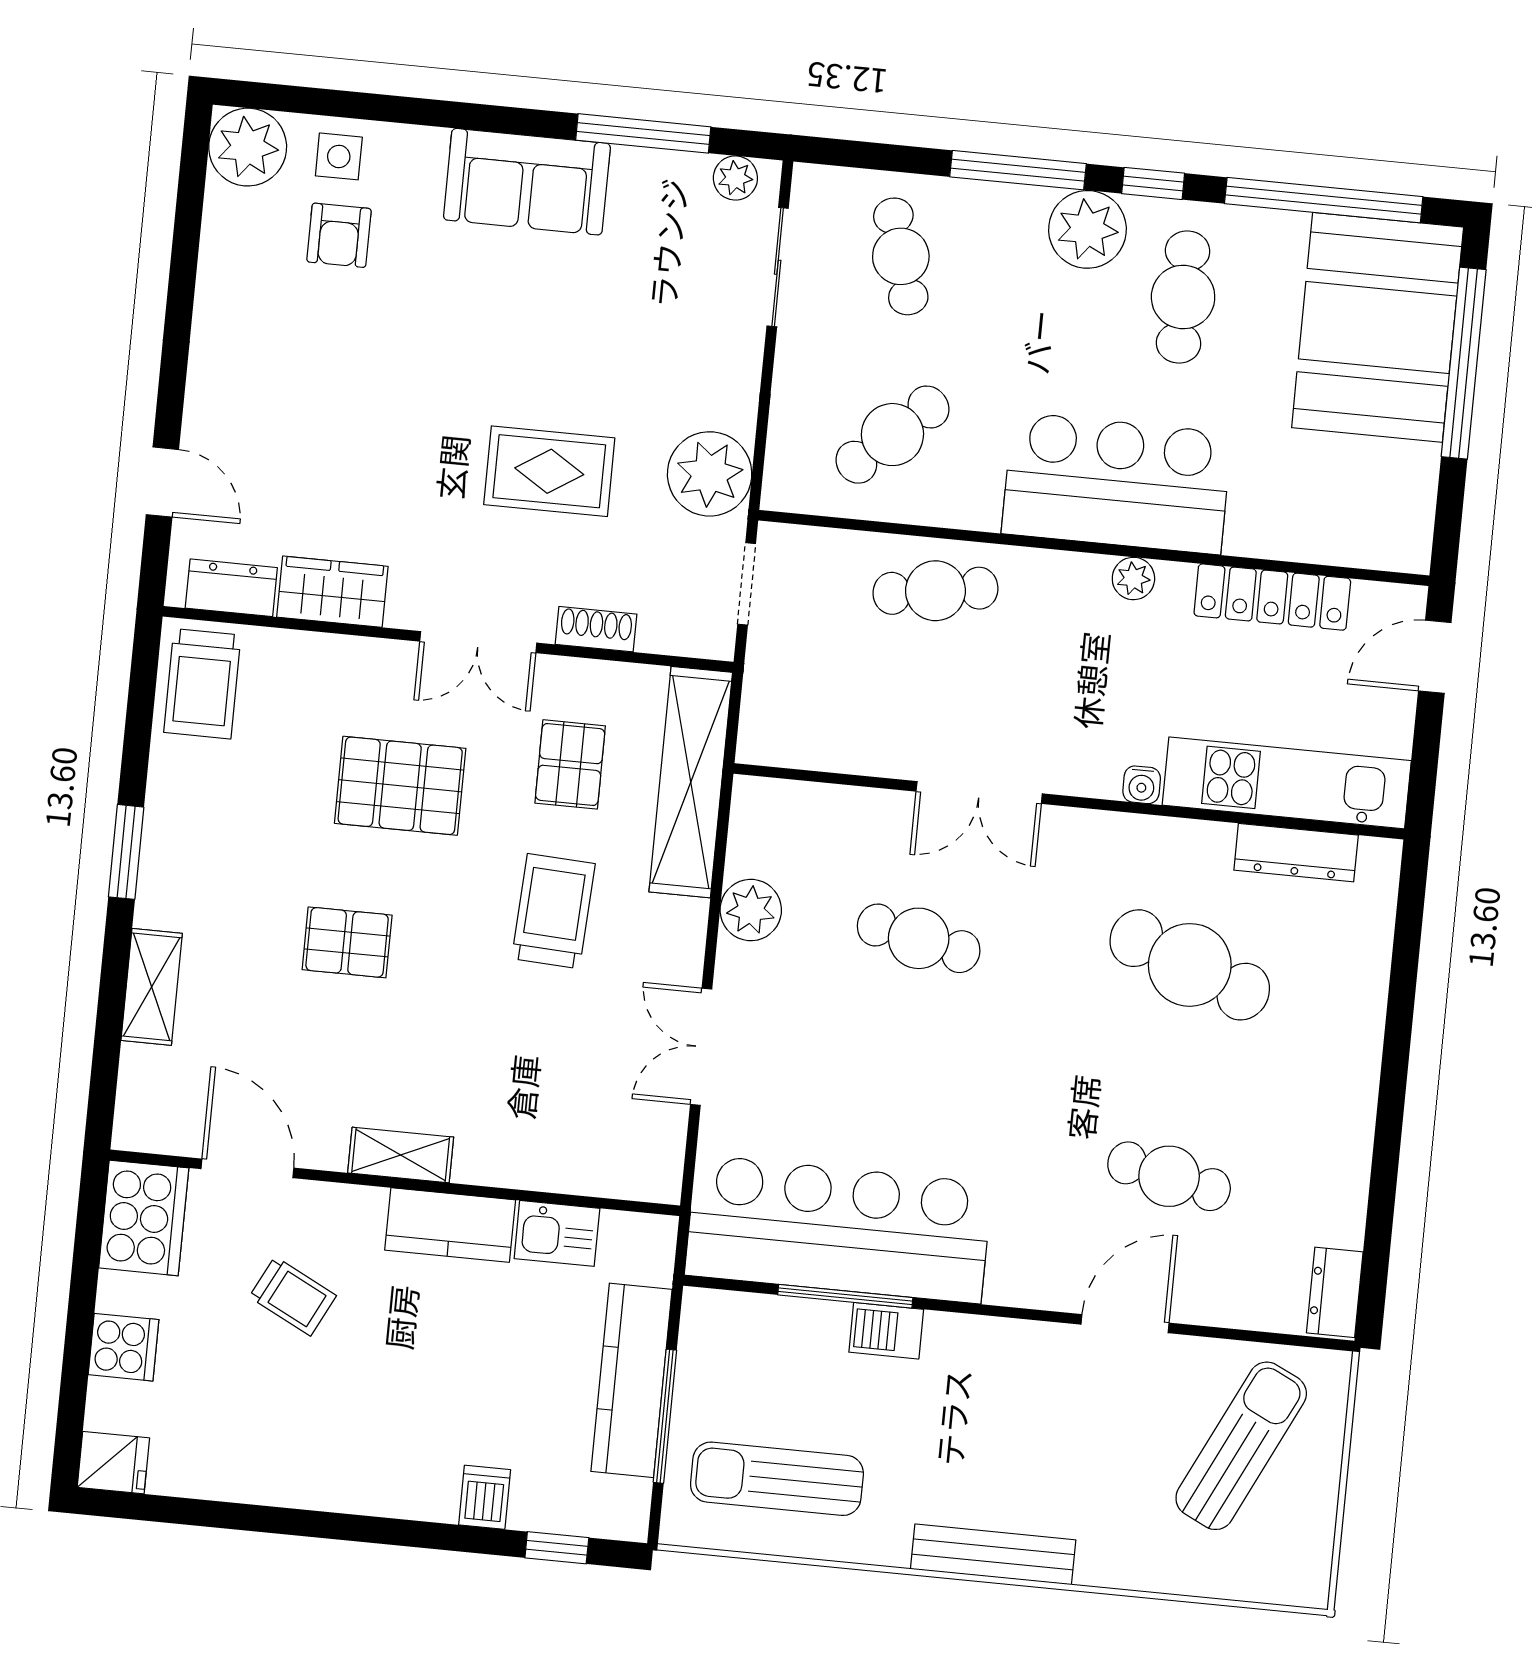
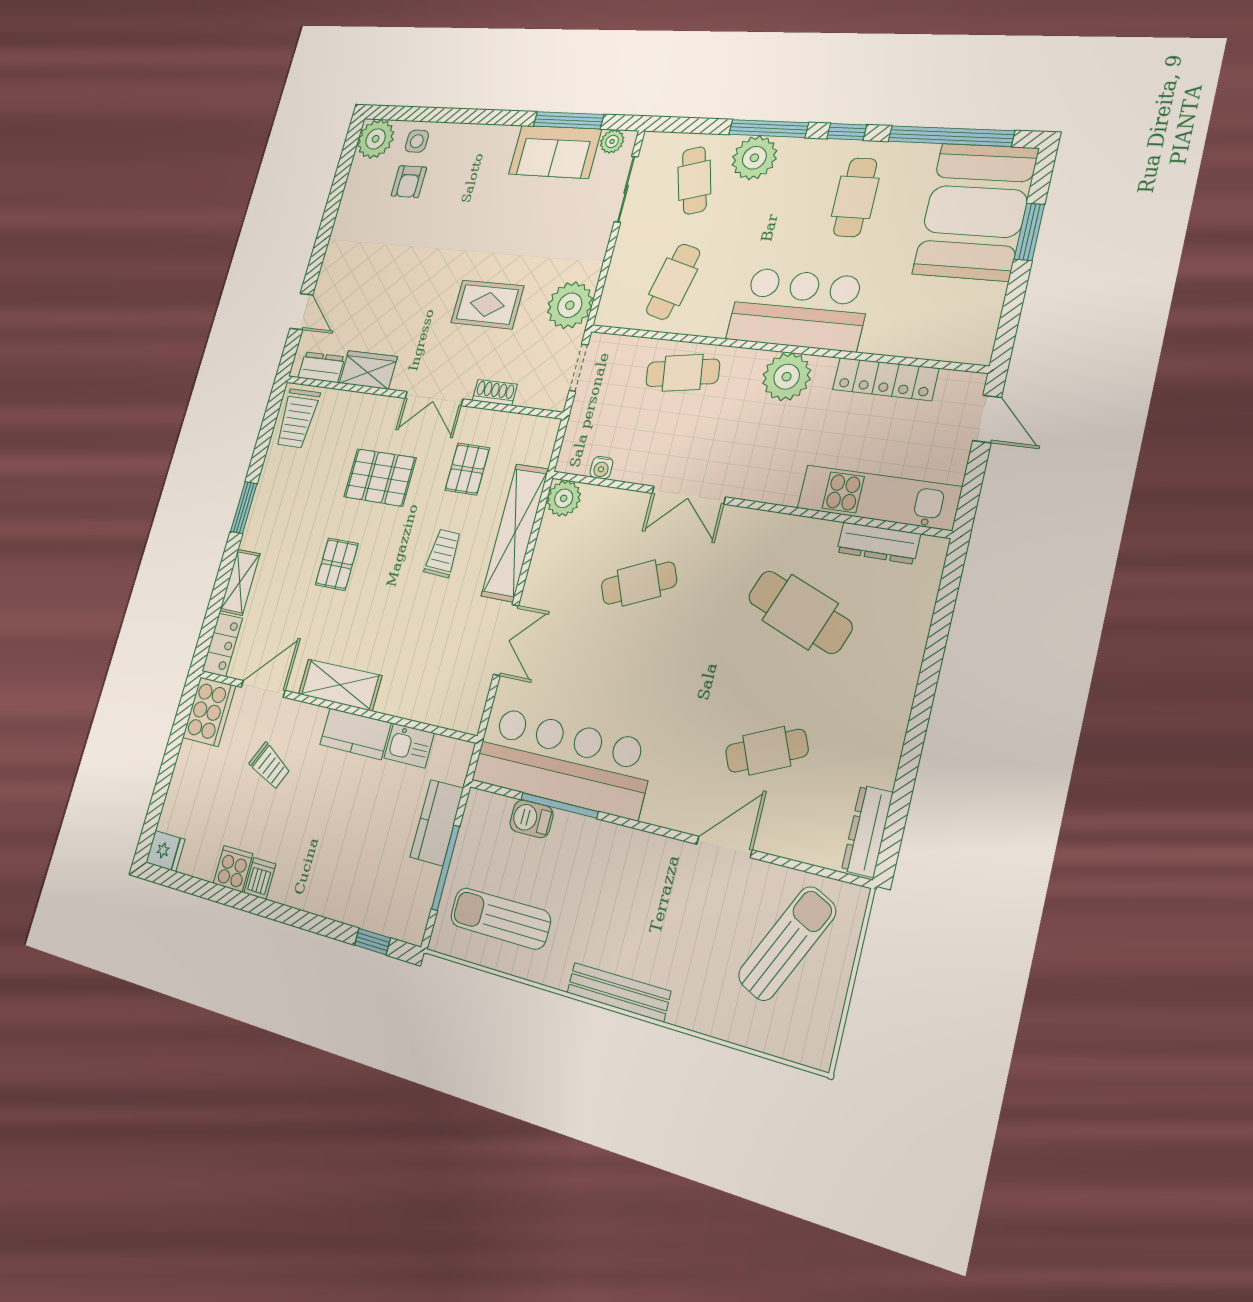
sofa: (527, 182) -> (555, 152), moved
plant: (1087, 229) -> (754, 158), moved
window: (1464, 363) -> (1029, 232), width x0.47
cafe table: (892, 435) -> (673, 282), turned -33
plant: (1133, 579) -> (787, 377), width x1.88, depth x1.88
door: (1435, 657) -> (987, 419), swing flipped
shelving: (691, 782) -> (515, 532), moved
water cooler: (1142, 785) -> (601, 468), moved
plant: (751, 910) -> (564, 498), moved
trolley: (553, 911) -> (443, 553), width x0.73, depth x0.72
cafe table: (919, 938) -> (639, 583), turned -36
pallet: (347, 942) -> (337, 564), turned 90
double door: (701, 1047) -> (506, 640), swing flipped
locker: (142, 1100) -> (222, 645), added
shelving: (401, 1155) -> (340, 685), width x1.50, depth x1.33
door: (247, 1168) -> (263, 689), hinge flipped
cafe table: (1169, 1176) -> (767, 751), turned -36
dresser: (1335, 1292) -> (867, 831), width x1.44
barbecue: (886, 1331) -> (531, 819), moved
cooker: (124, 1347) -> (233, 869), moved, turned -90
kitchen counter: (631, 1380) -> (437, 823), width x0.67
dishwasher: (485, 1497) -> (260, 878), moved

